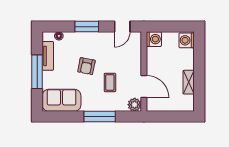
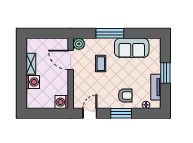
washing machine: (187, 40) -> (33, 82), moved
armchair: (86, 66) -> (125, 96), moved, turned 79
window: (37, 72) -> (165, 73), width x0.69
sofa: (62, 100) -> (132, 48), moved

